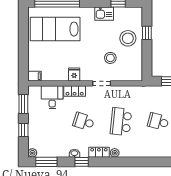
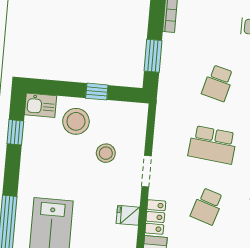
kitchen sink: (104, 14) -> (41, 105), moved, turned 90
window: (147, 33) -> (97, 92), moved

